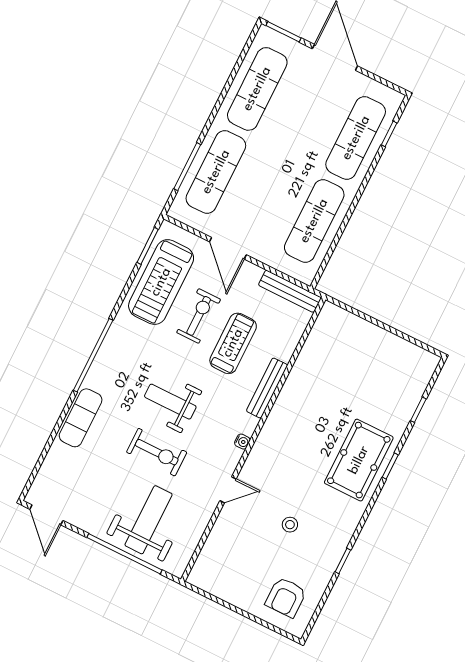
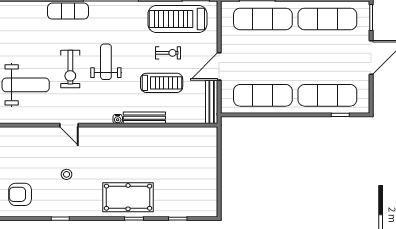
door: (228, 248) -> (219, 66), moved
exercise bike: (199, 316) -> (168, 53), width x0.73, depth x0.72
water cooler: (242, 442) -> (118, 119), moved

